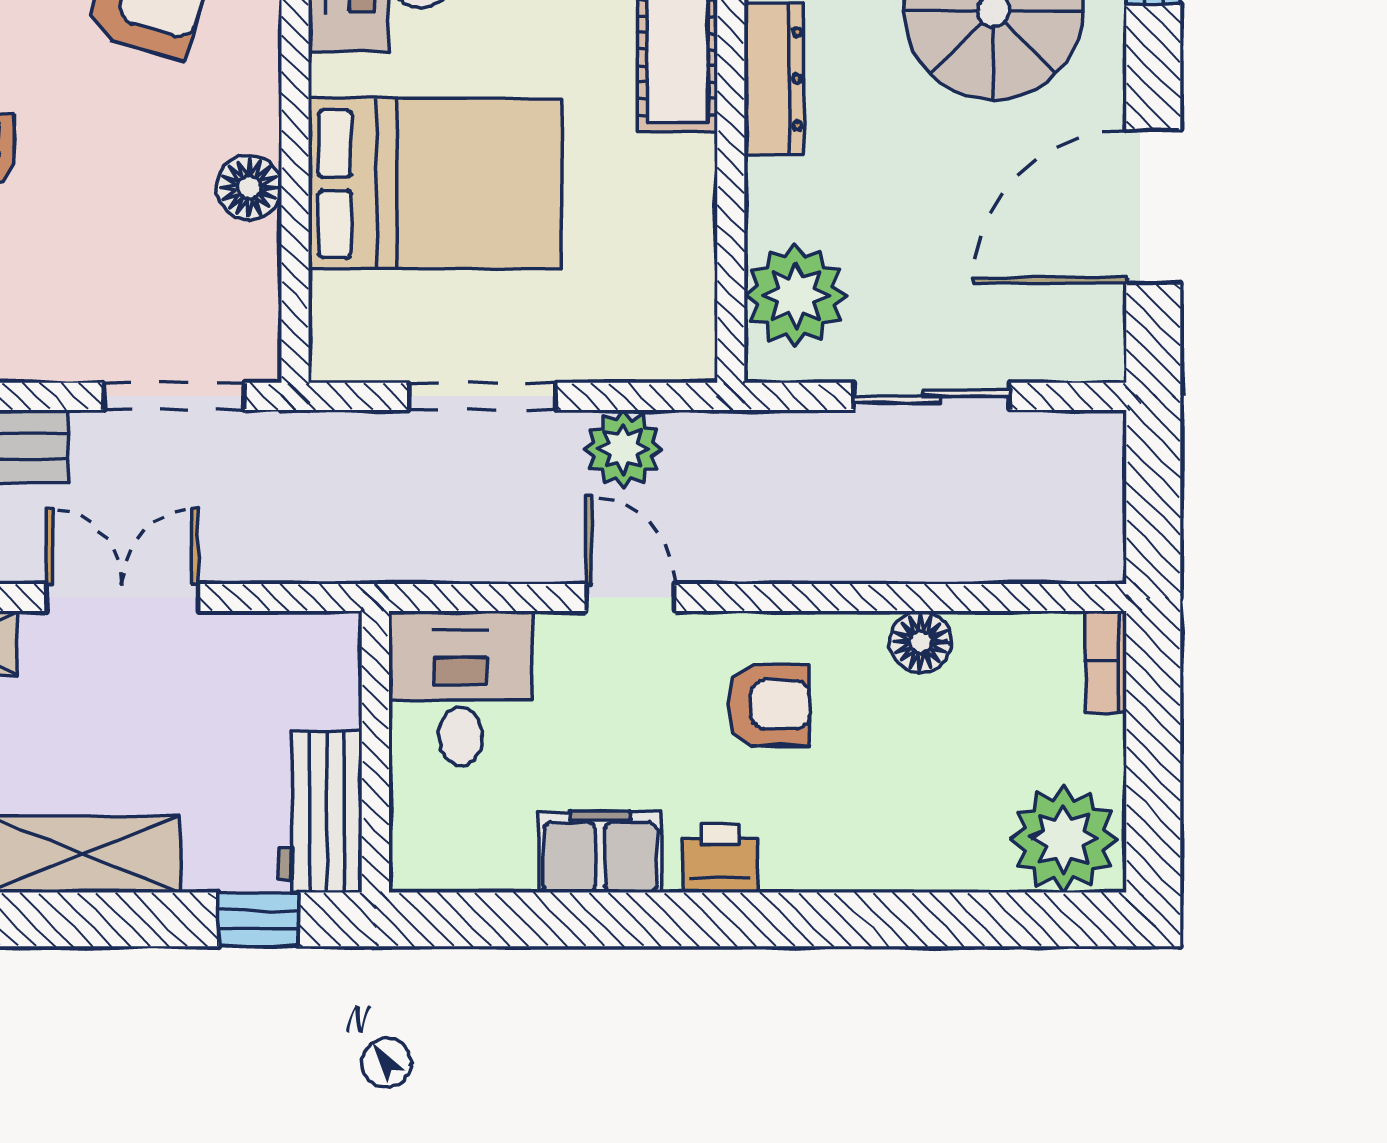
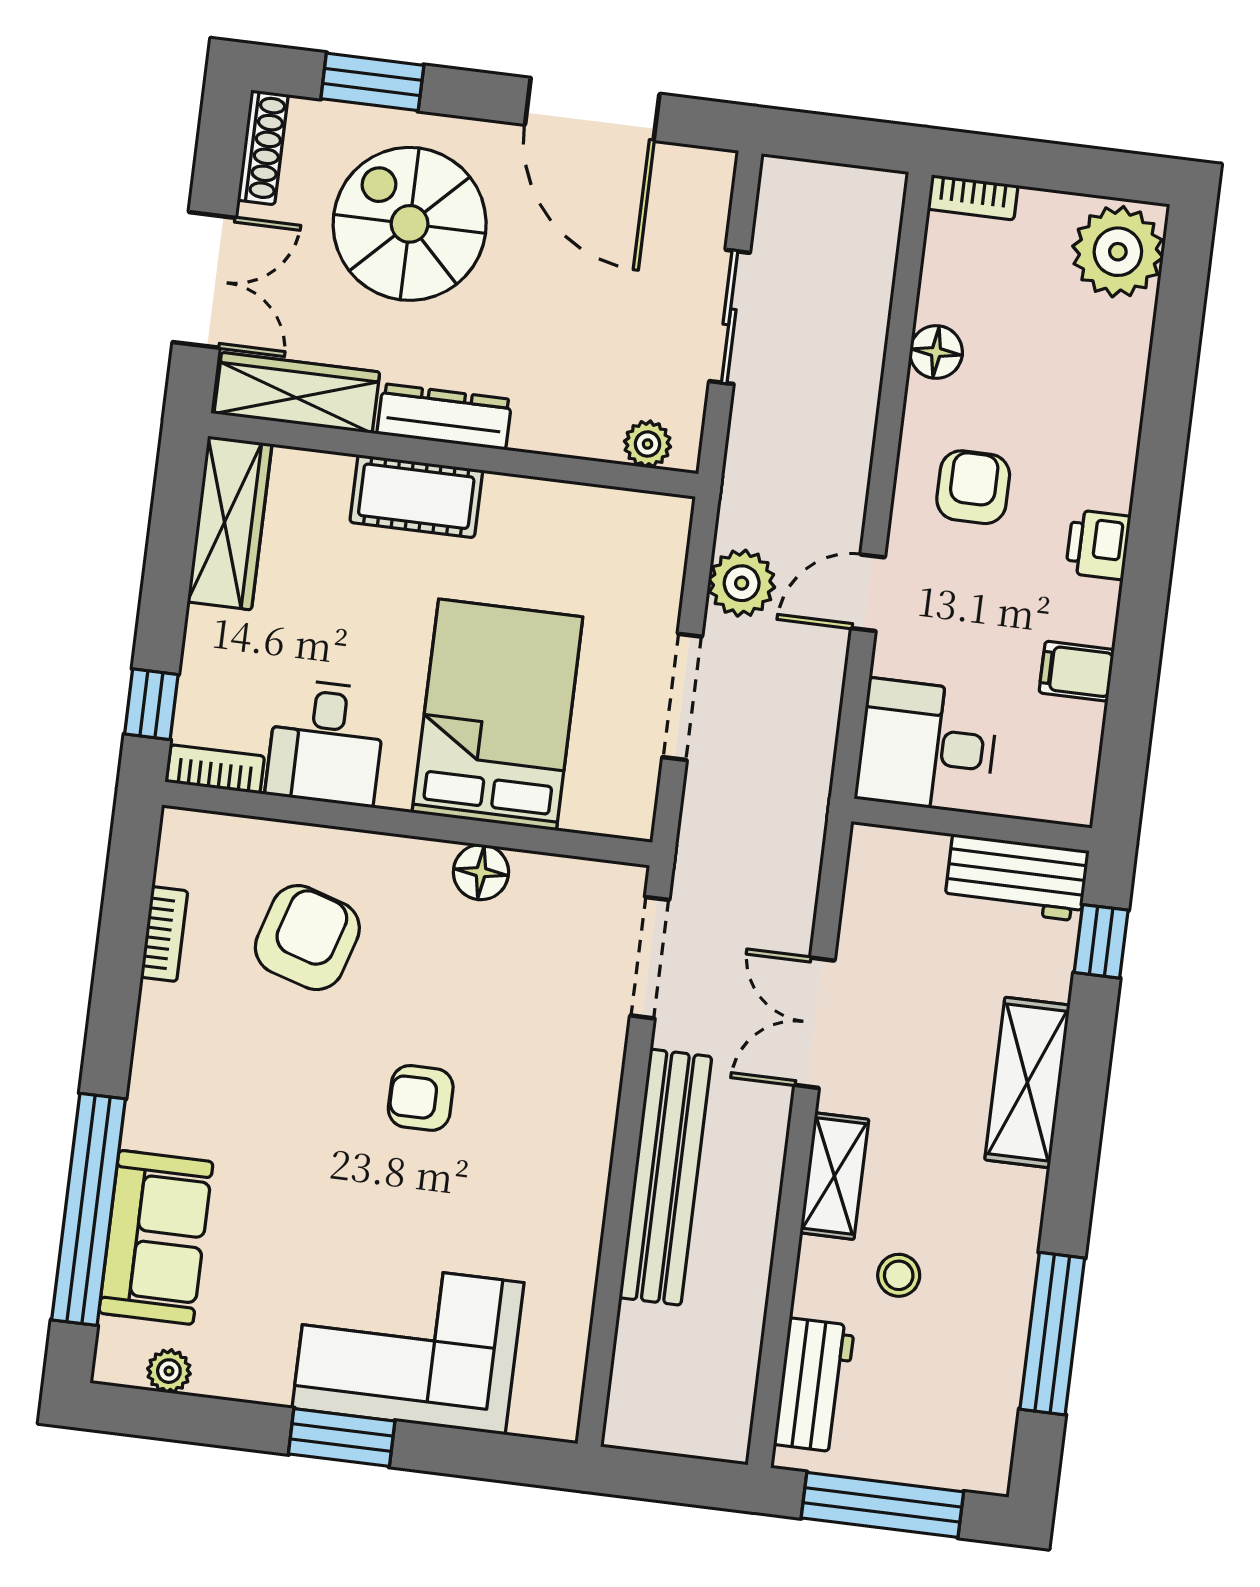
plant: (796, 295) -> (648, 444), width x0.53, depth x0.53
filing cabinet: (600, 852) -> (1077, 671), width x0.50

